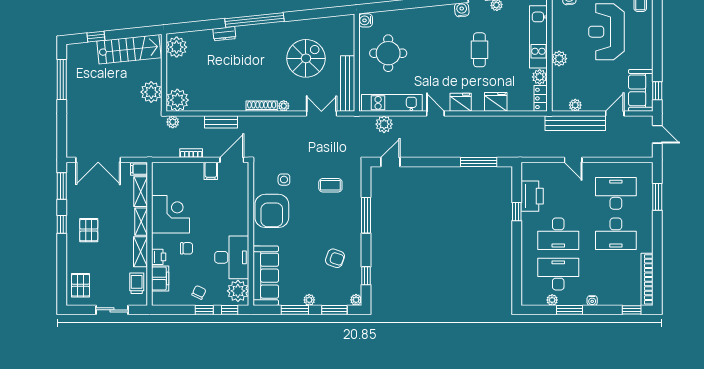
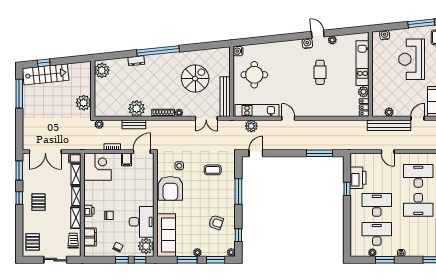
stairs: (129, 49) -> (46, 74), moved
plant: (559, 59) -> (377, 79), removed
plant: (177, 100) -> (137, 109), moved
fridge: (461, 102) -> (306, 110), removed
fridge: (496, 102) -> (332, 110), removed
double door: (321, 114) -> (206, 118), swing flipped
corner desk: (171, 214) -> (97, 167), moved
desk: (558, 234) -> (377, 205), turned 180
printer: (159, 257) -> (89, 211), moved

